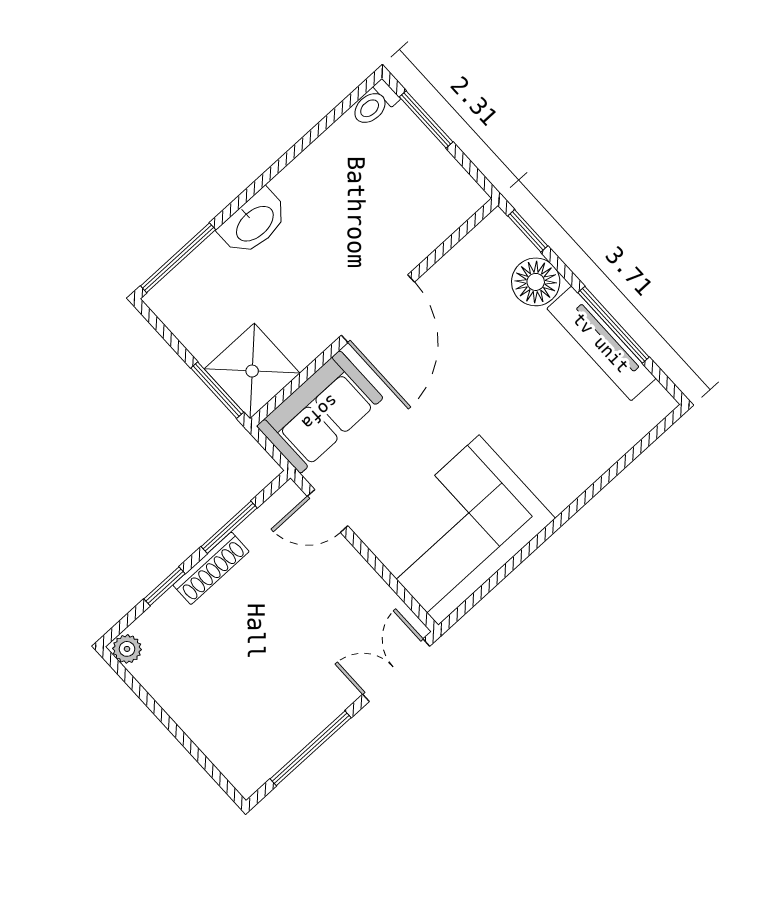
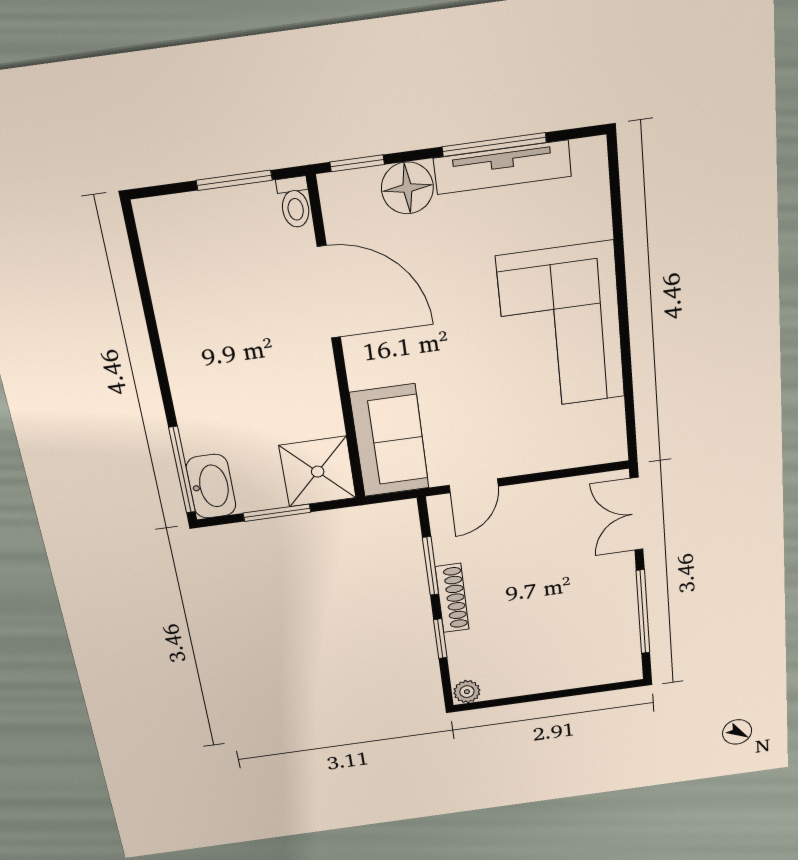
toilet: (374, 104) -> (295, 202), moved
window: (426, 119) -> (234, 180), moved
washbasin: (254, 223) -> (211, 486), moved
door: (378, 309) -> (329, 292), moved
window: (217, 390) -> (277, 513), moved
corner sofa: (459, 530) -> (561, 327), moved

